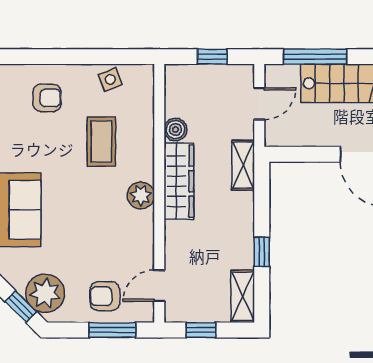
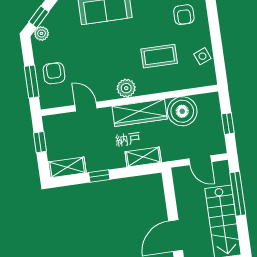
boiler: (175, 130) -> (182, 111), width x1.86, depth x1.86
shelving: (243, 165) -> (143, 157), moved
door: (159, 286) -> (86, 107), moved
plant: (45, 293) -> (41, 33), width x0.53, depth x0.53

